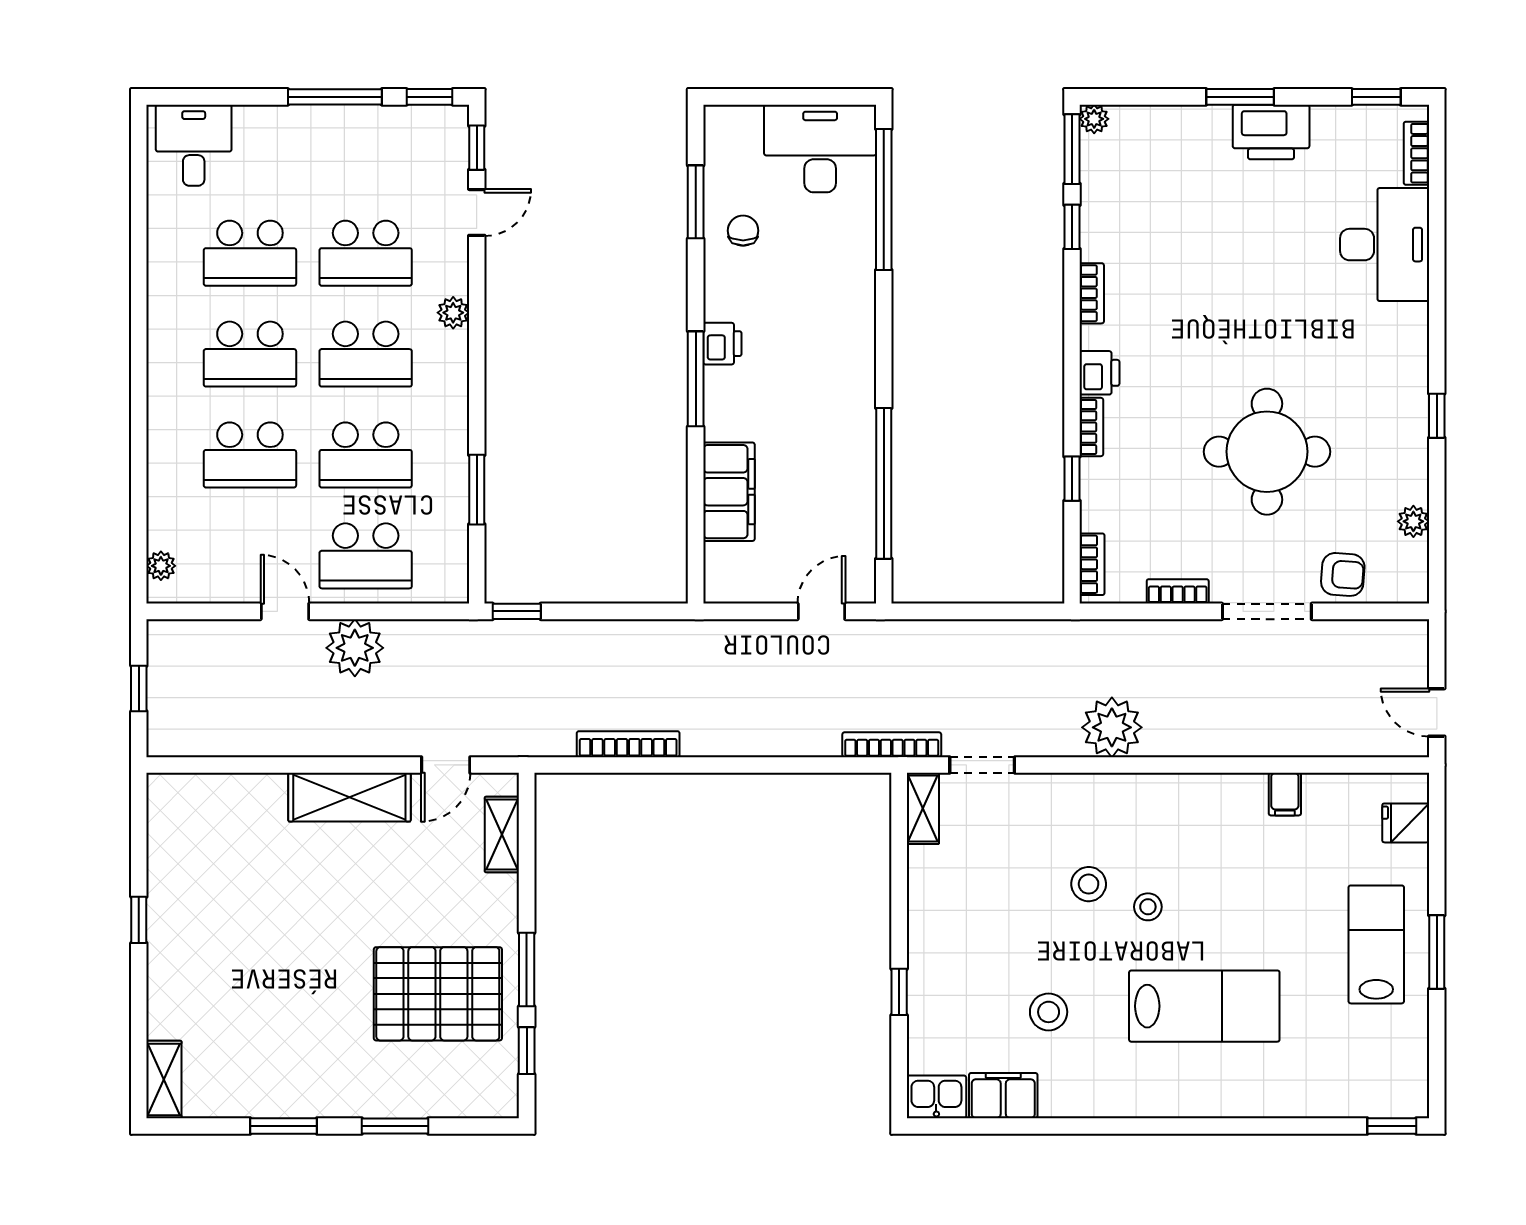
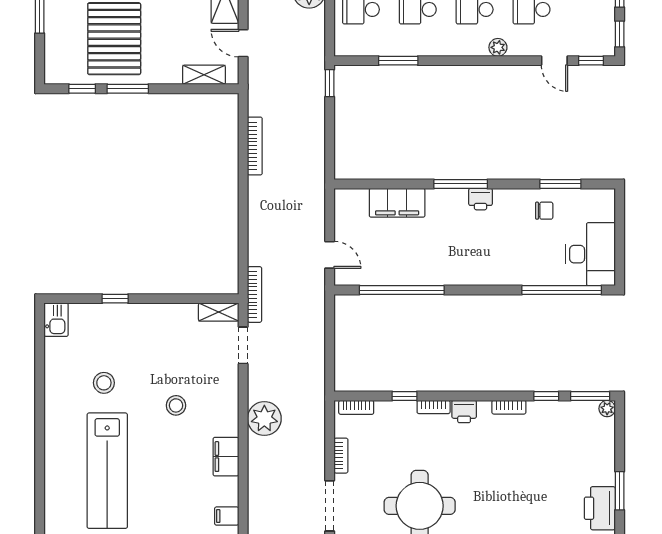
stool: (1148, 907) -> (163, 439), removed
lab bench: (1204, 1006) -> (107, 471), width x1.36
filing cabinet: (1003, 1096) -> (226, 457), moved, turned 180

